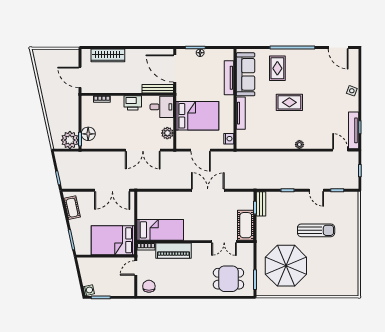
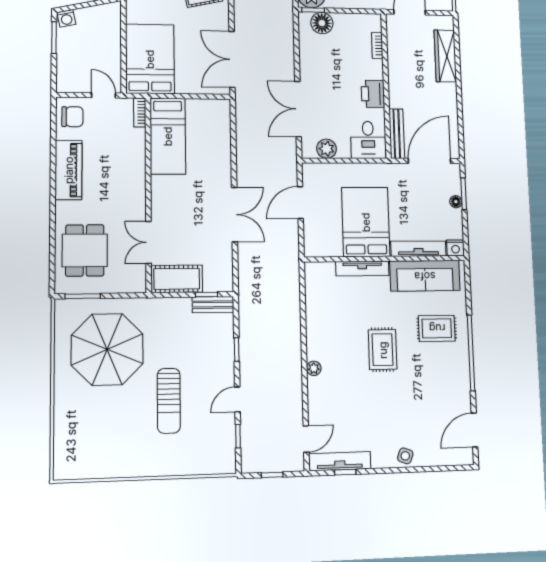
bed: (197, 116) -> (366, 222), moved, turned 180
nightstand: (229, 139) -> (455, 248), moved
piano: (174, 251) -> (69, 170), moved, turned 180

